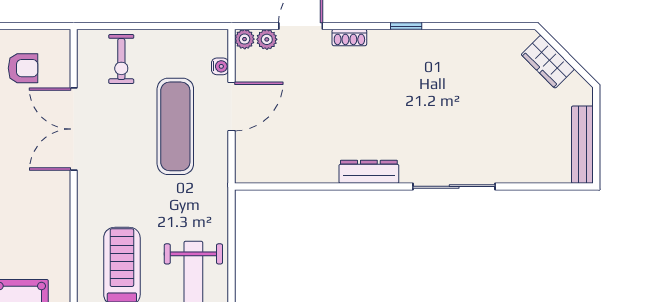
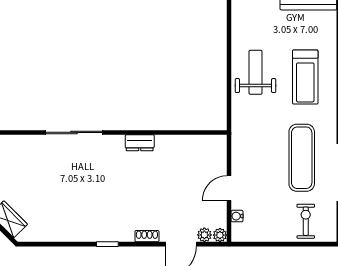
door: (231, 106) -> (229, 188), width x0.73
exercise mat: (175, 126) -> (302, 158), moved
dresser: (369, 172) -> (140, 143), width x0.70

